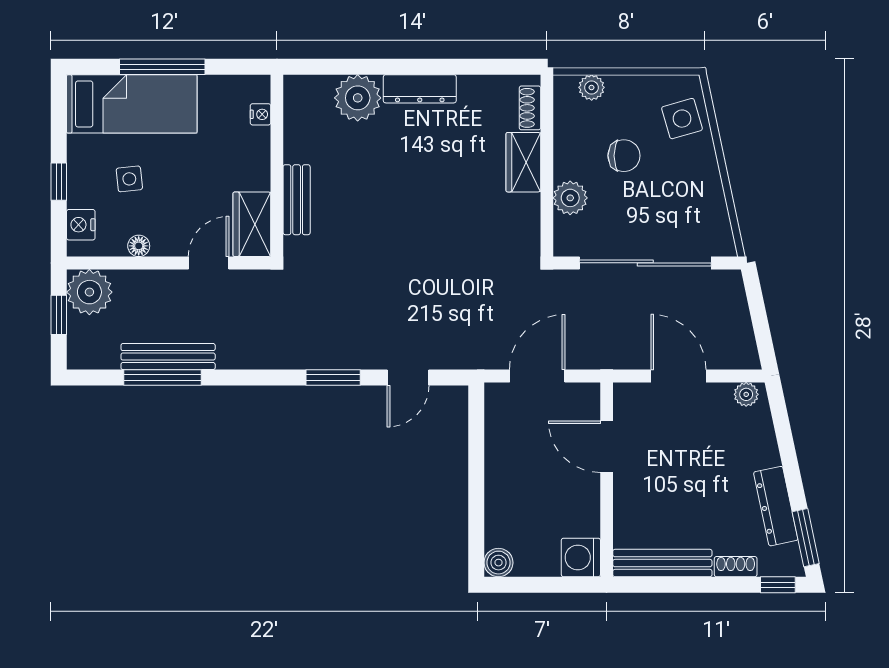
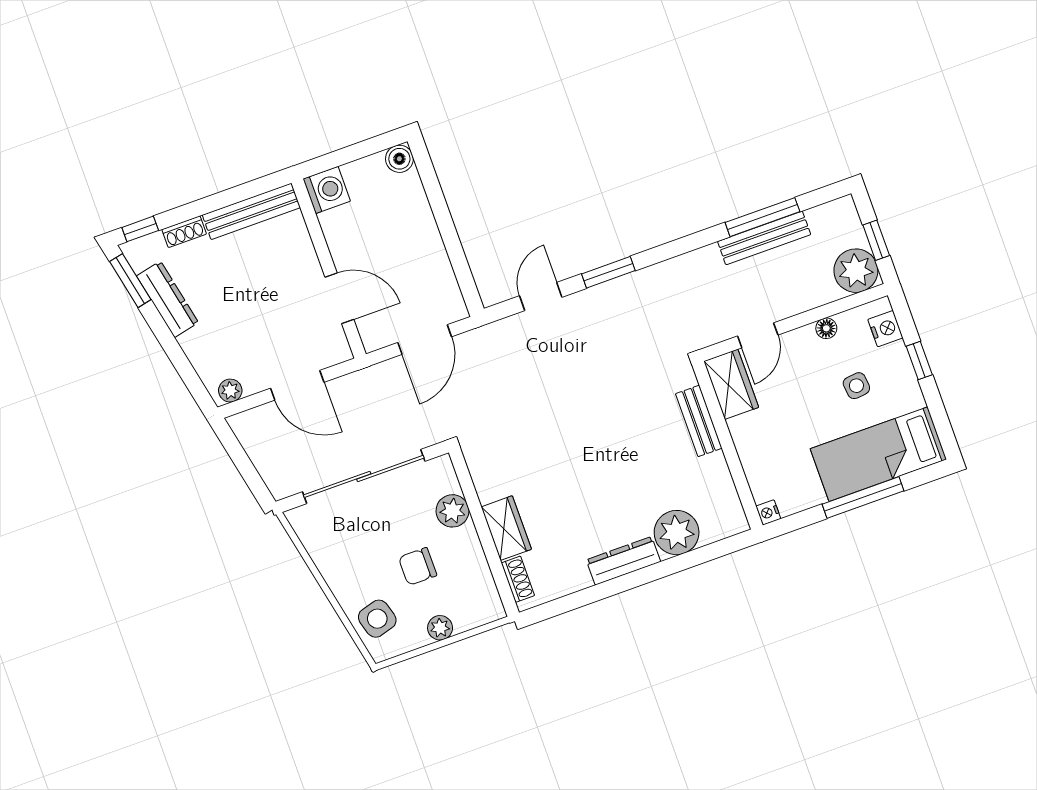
plant: (592, 87) -> (440, 628), moved
nightstand: (260, 114) -> (768, 512), moved

